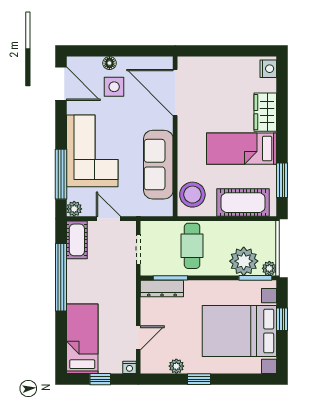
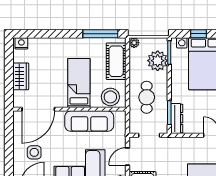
floor lamp: (109, 63) -> (17, 156), removed
wardrobe: (265, 112) -> (21, 76), moved, turned -90
bed: (242, 149) -> (79, 83), moved, turned 180
window: (282, 180) -> (100, 34), width x1.44
cafe table: (192, 246) -> (147, 97), turned 90
plant: (269, 268) -> (134, 43), moved

